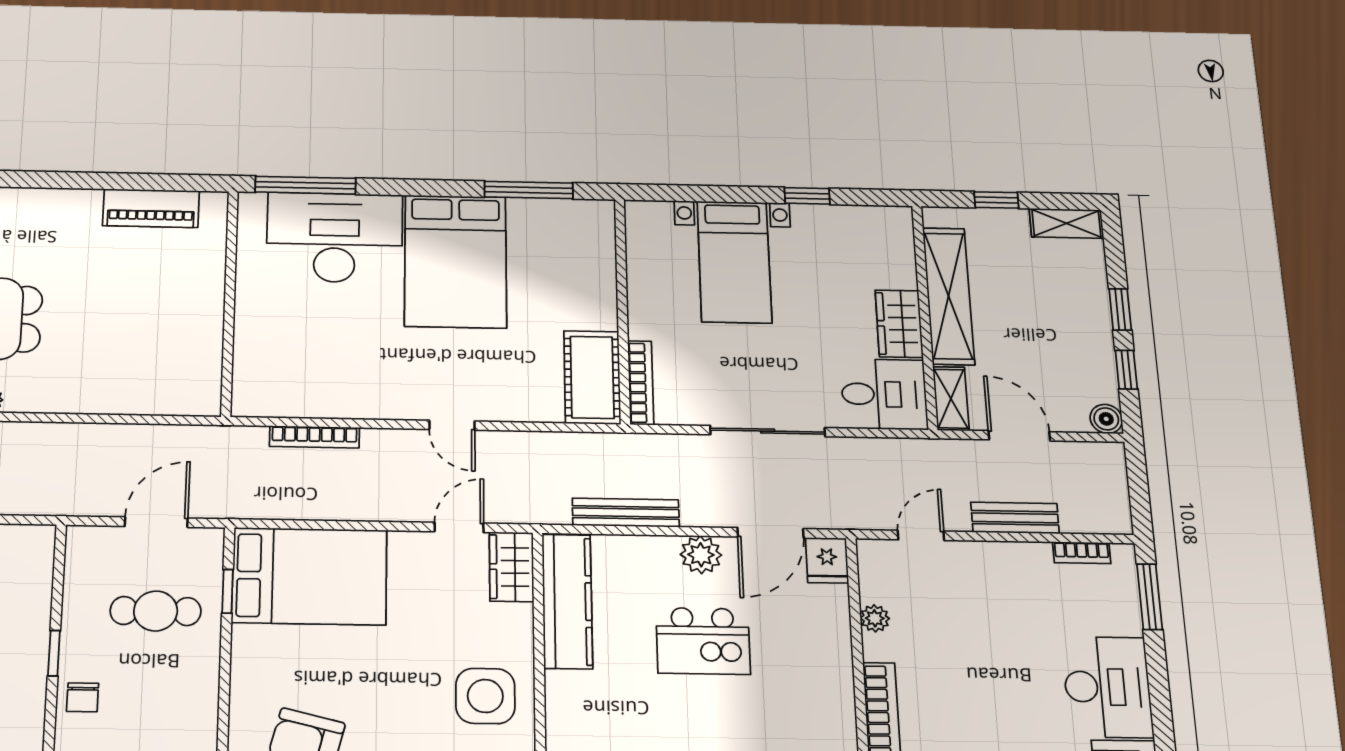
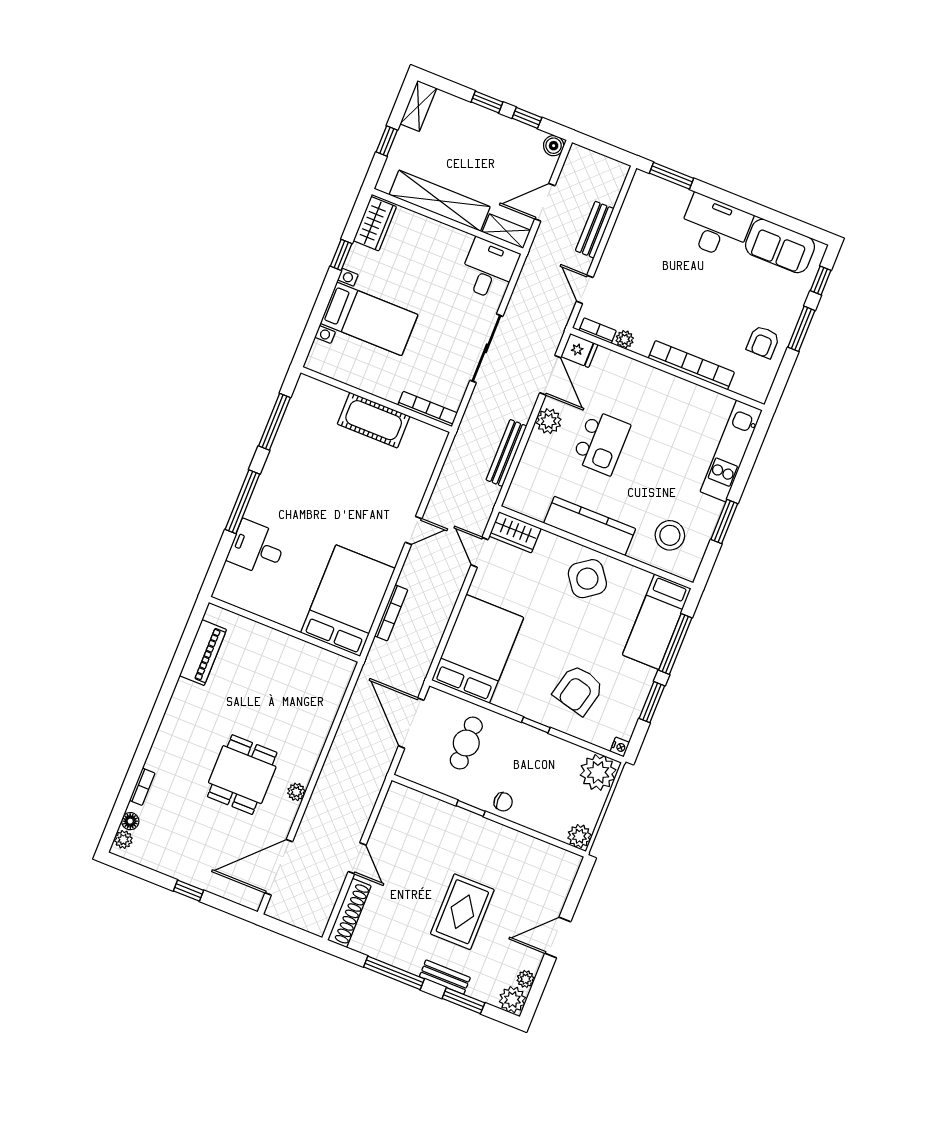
window: (305, 185) -> (242, 502), moved
desk: (335, 237) -> (257, 548), width x0.53, depth x0.77
bed: (456, 261) -> (348, 601), moved, turned -90
wardrobe: (899, 324) -> (375, 224), moved, turned -90
cot: (592, 377) -> (374, 420), moved
door: (156, 522) -> (411, 723), width x1.36
bookcase: (1082, 553) -> (598, 331), moved, turned -90
window: (227, 591) -> (536, 725), moved
kitchen counter: (567, 601) -> (590, 526), moved
side table: (485, 696) -> (587, 579), turned -36

